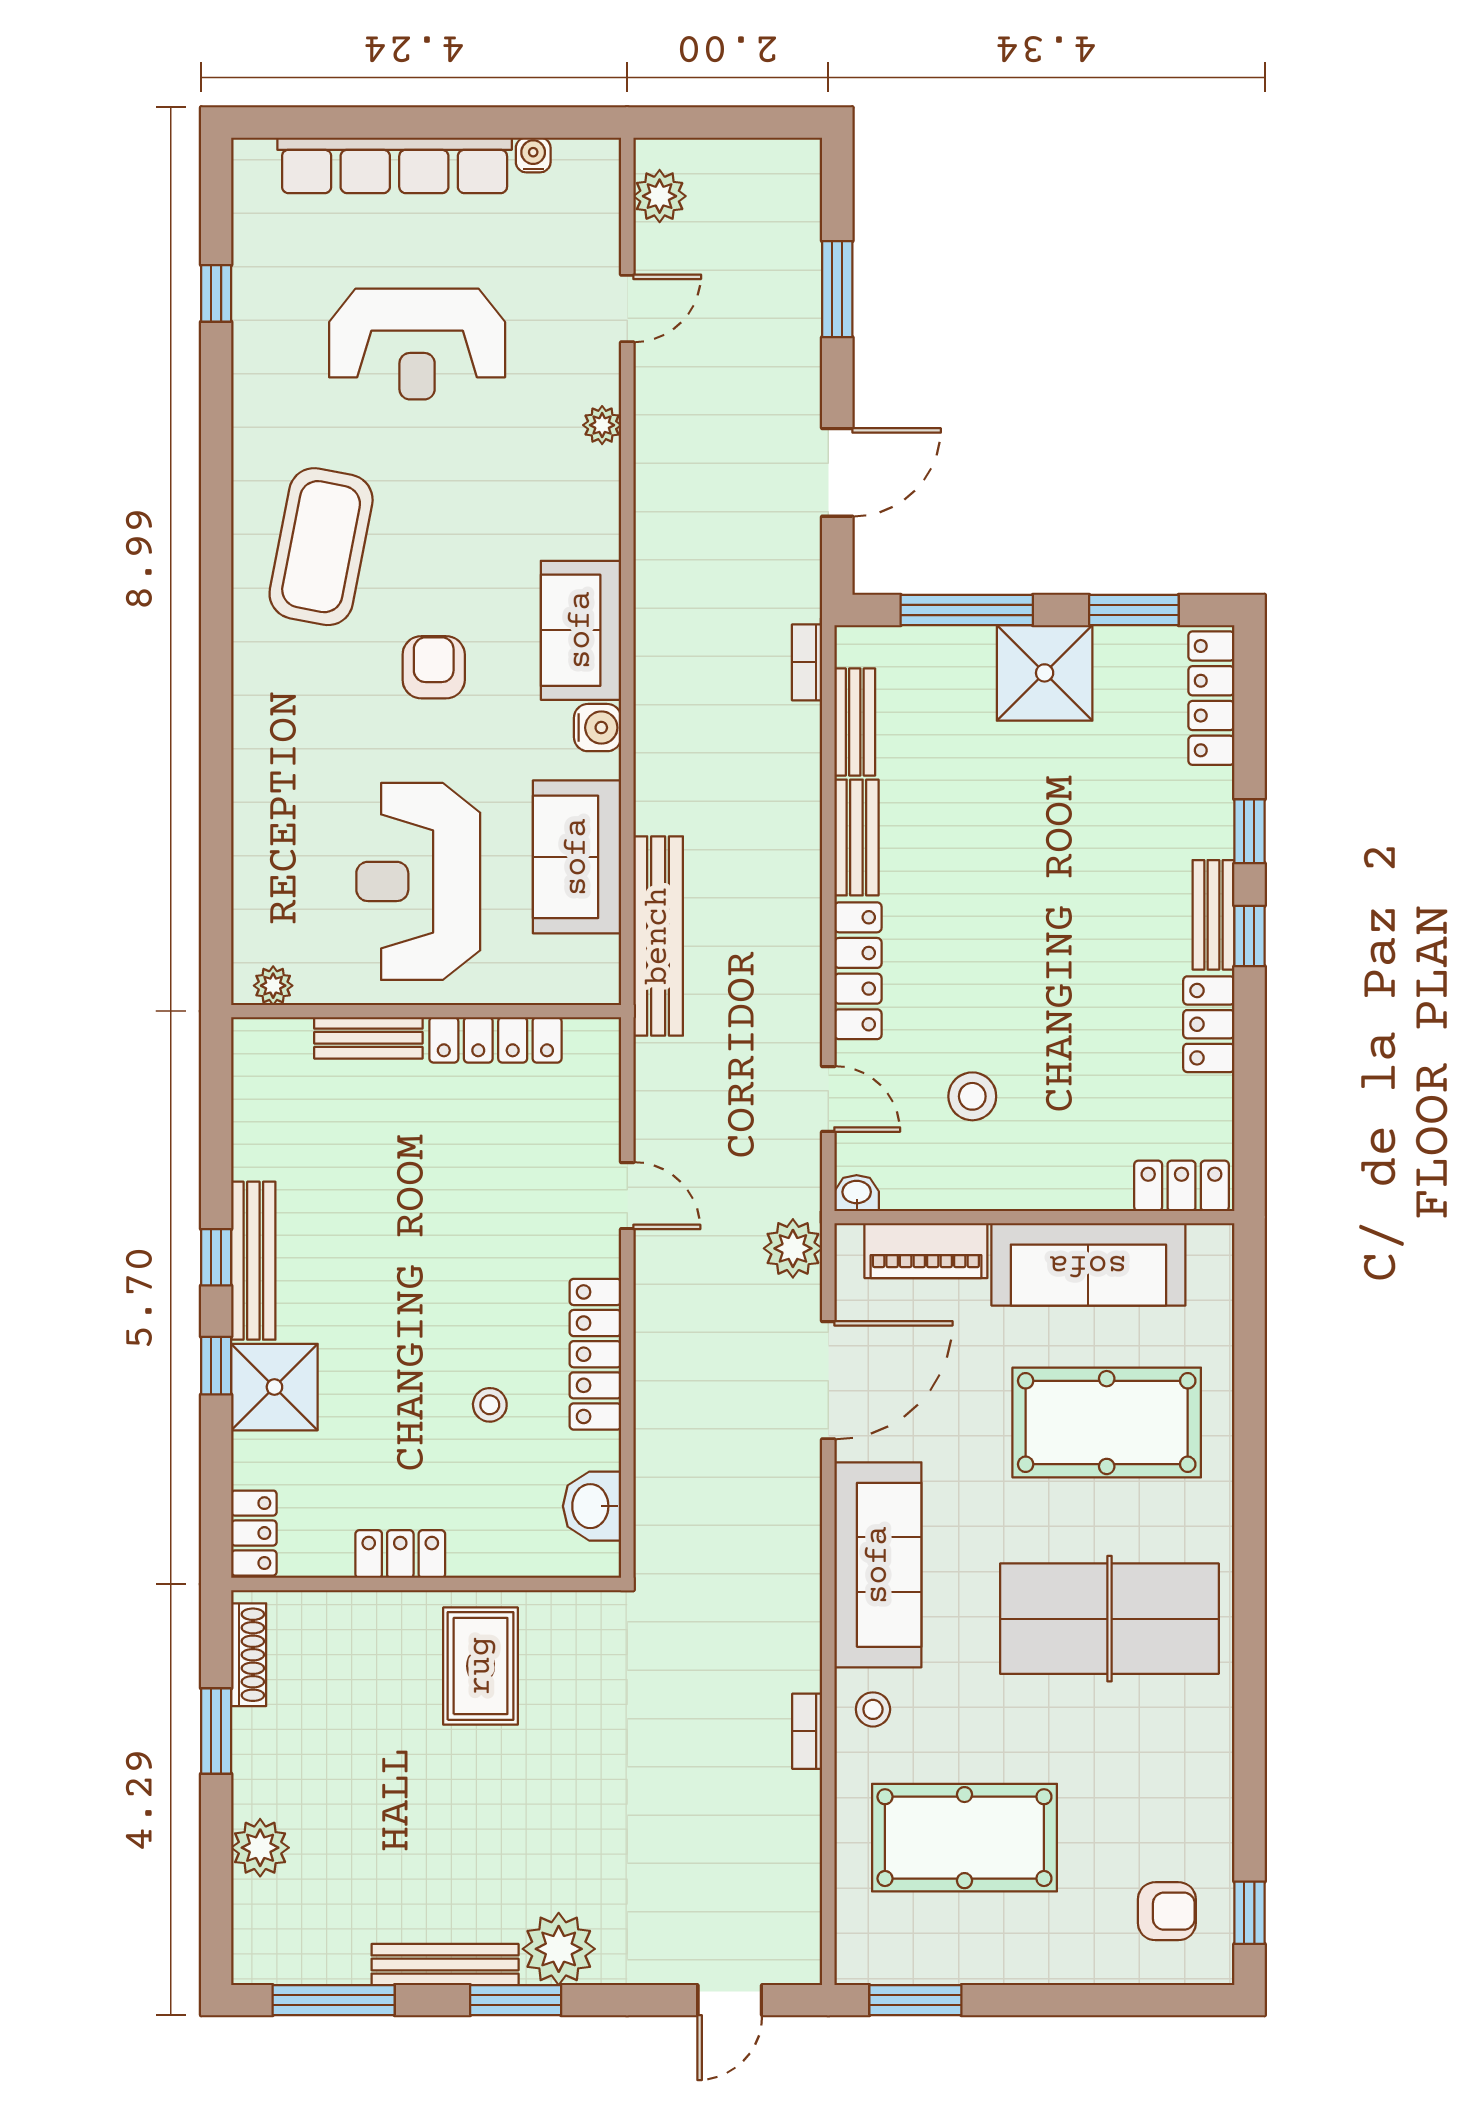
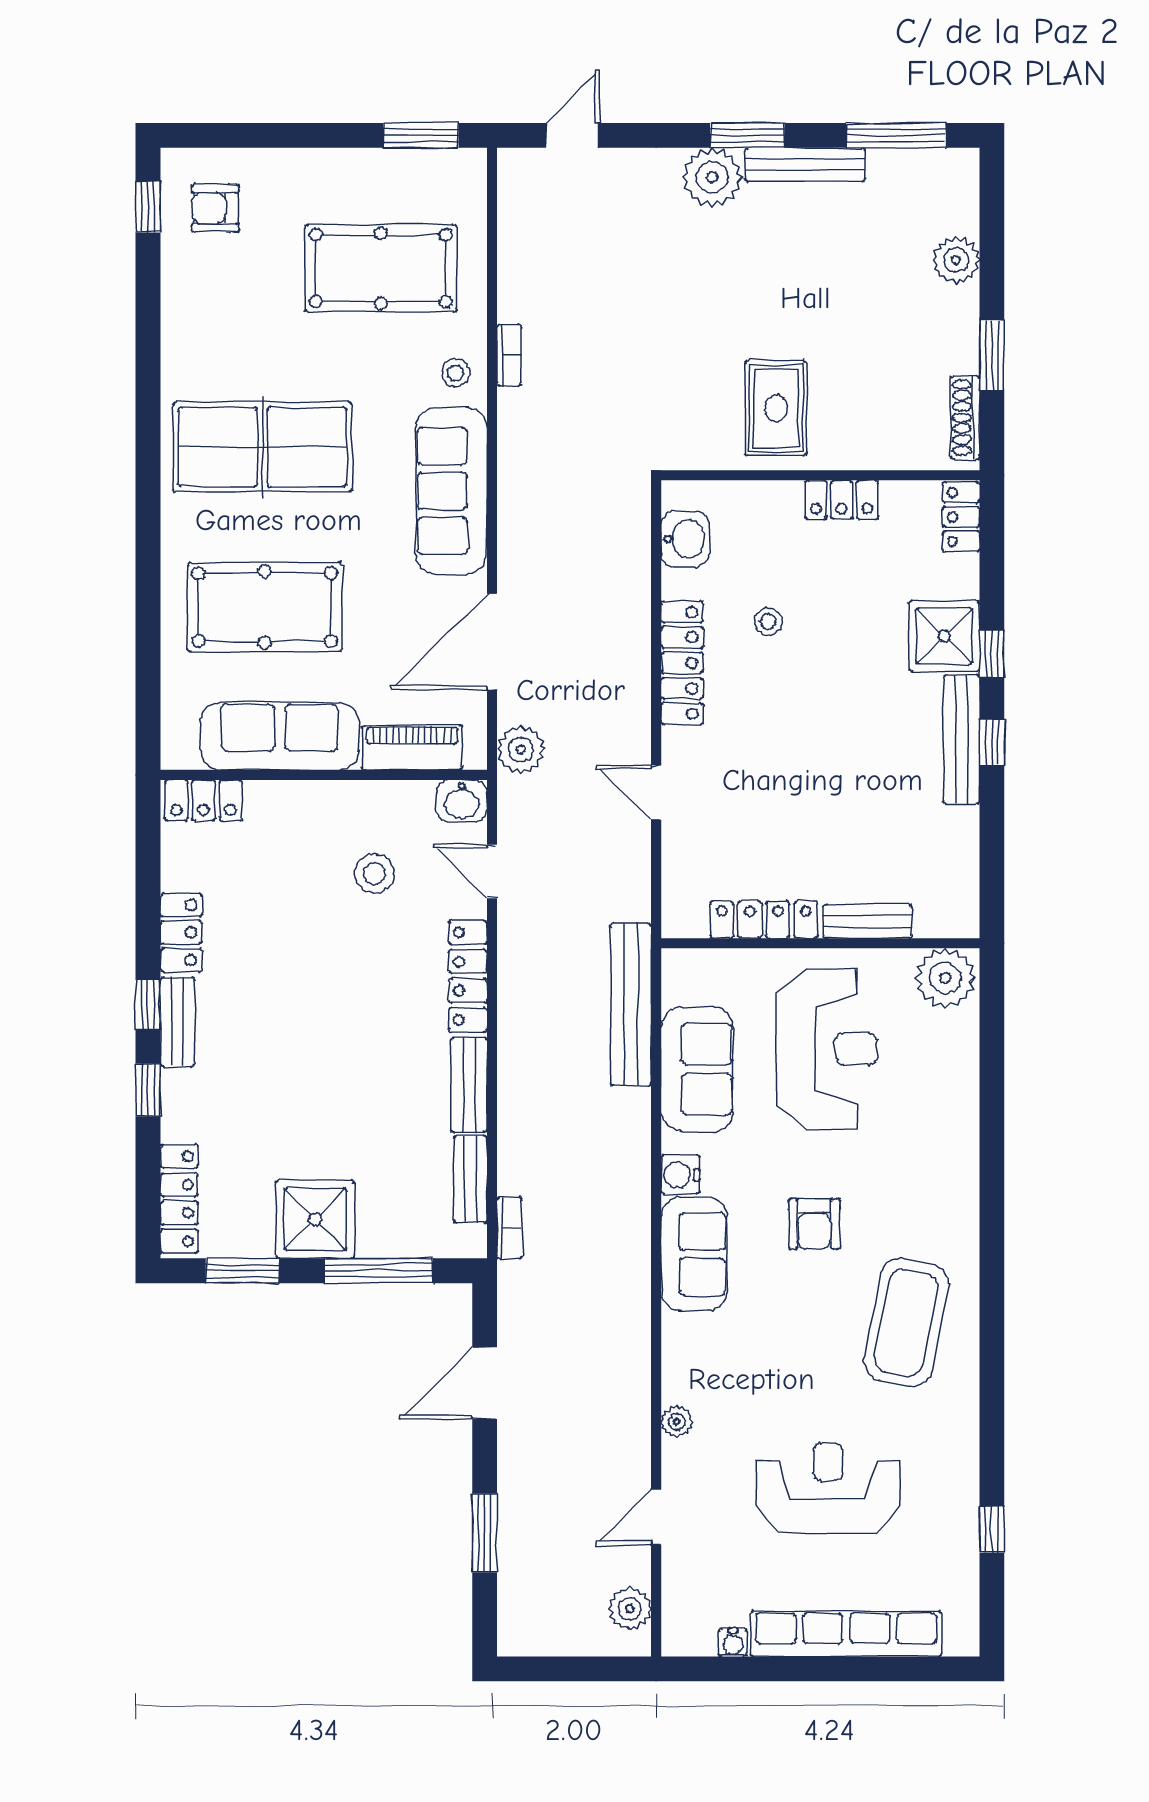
plant: (273, 986) -> (945, 978), width x1.88, depth x1.88
washbasin: (857, 1193) -> (462, 801), width x1.38, depth x1.45

